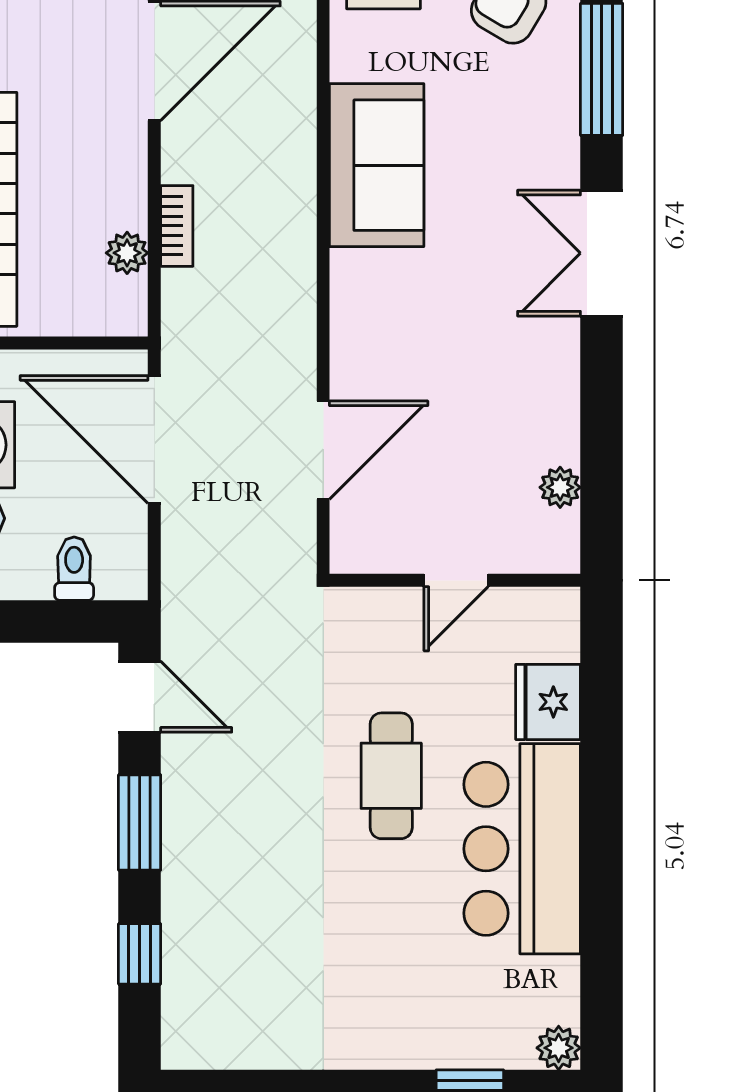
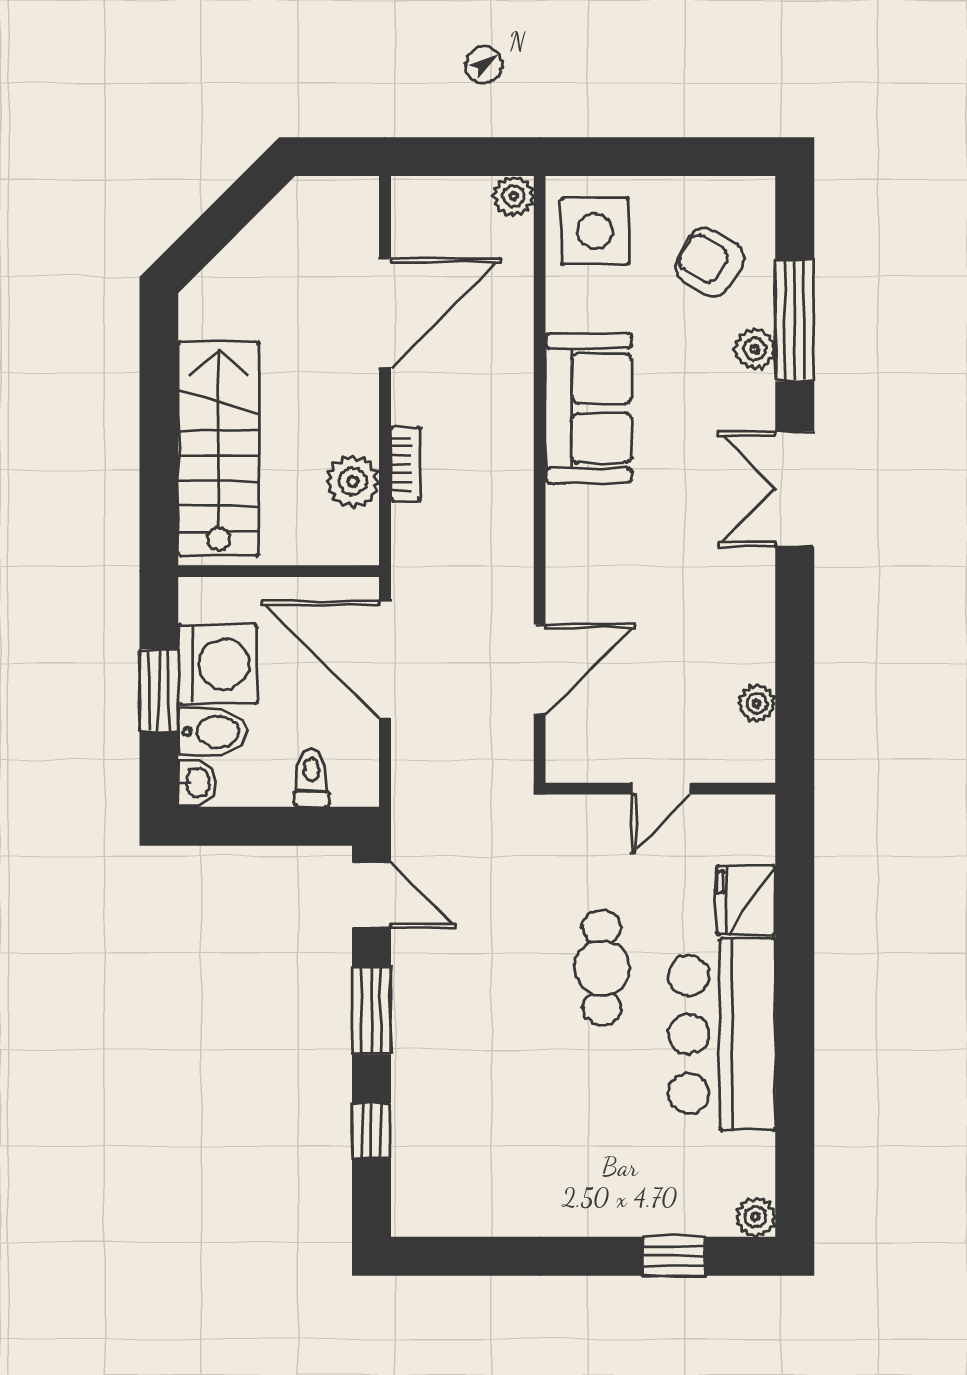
plant: (558, 100) -> (755, 349), added
plant: (127, 253) -> (353, 481), width x1.38, depth x1.38

